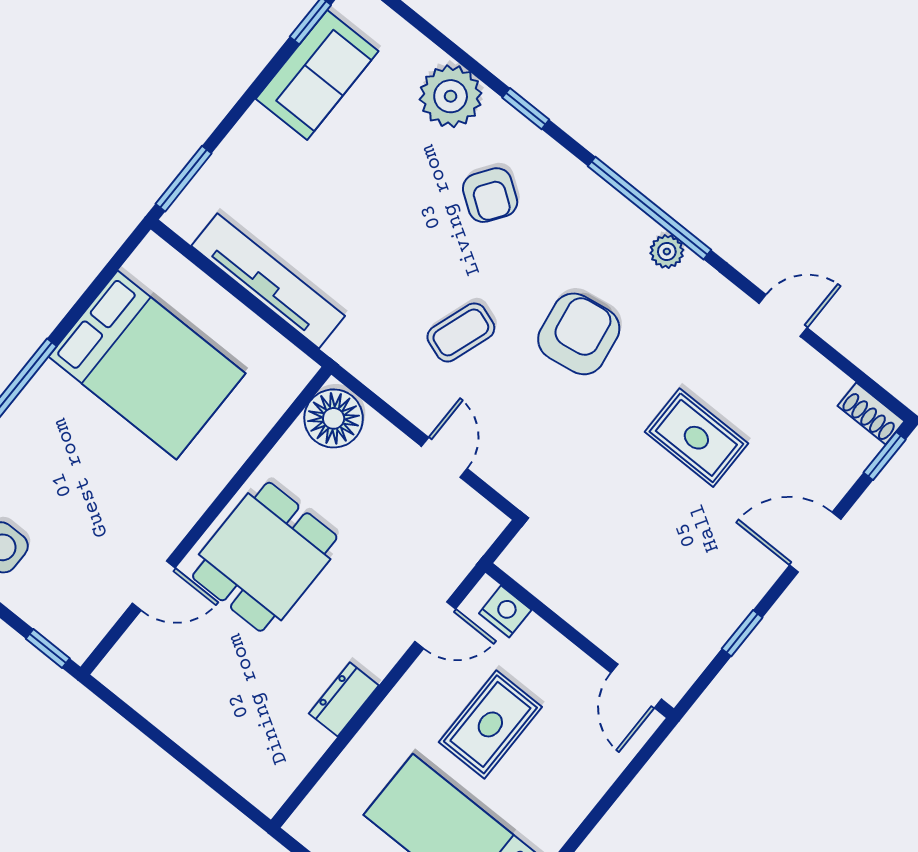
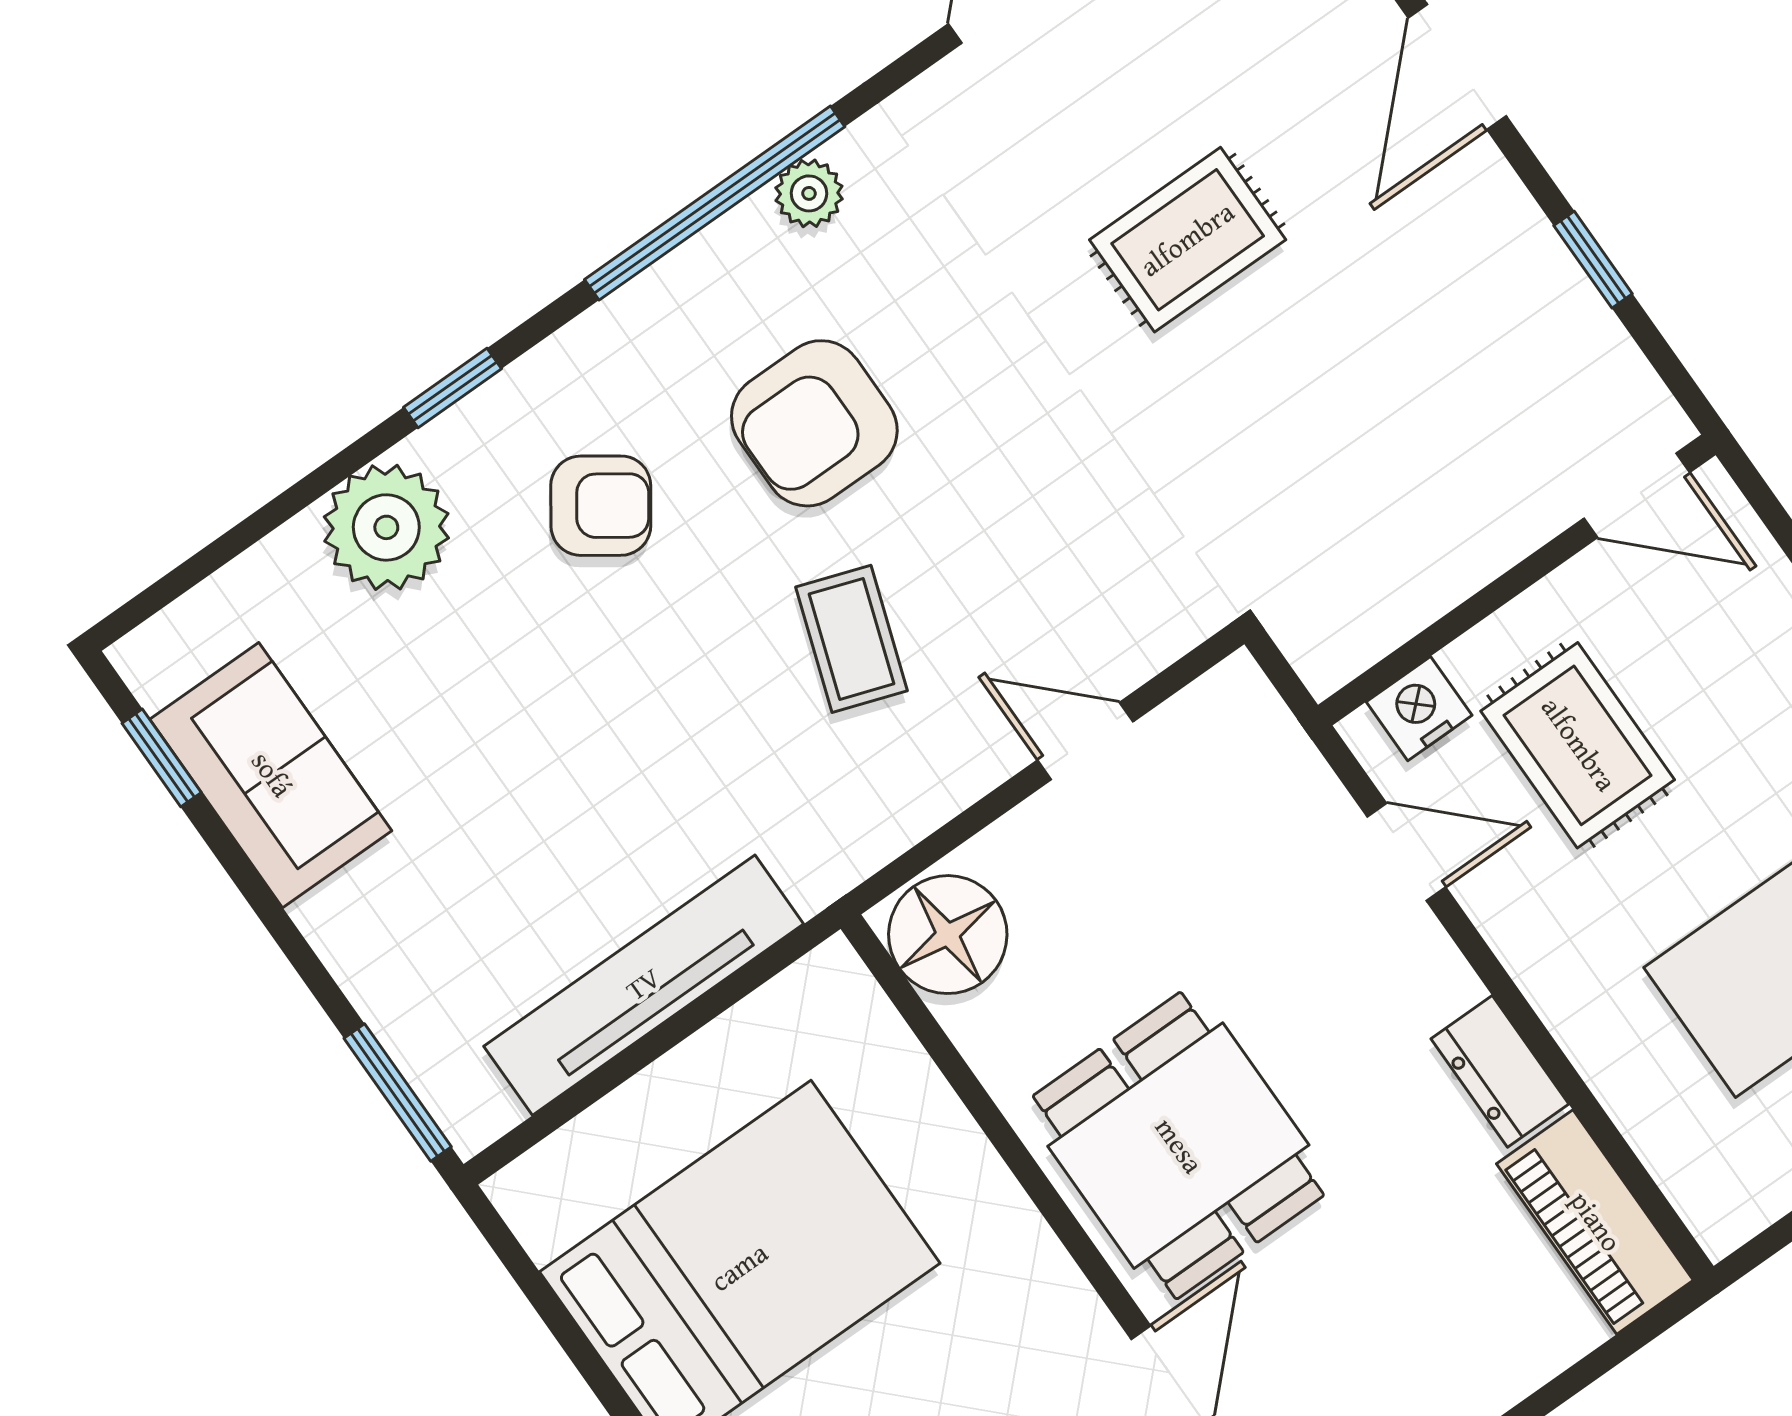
armchair: (579, 334) -> (814, 423), moved, turned -81
door: (435, 625) -> (1406, 852), hinge flipped
rug: (490, 724) -> (1578, 745), moved
piano: (285, 765) -> (1595, 1222), added

